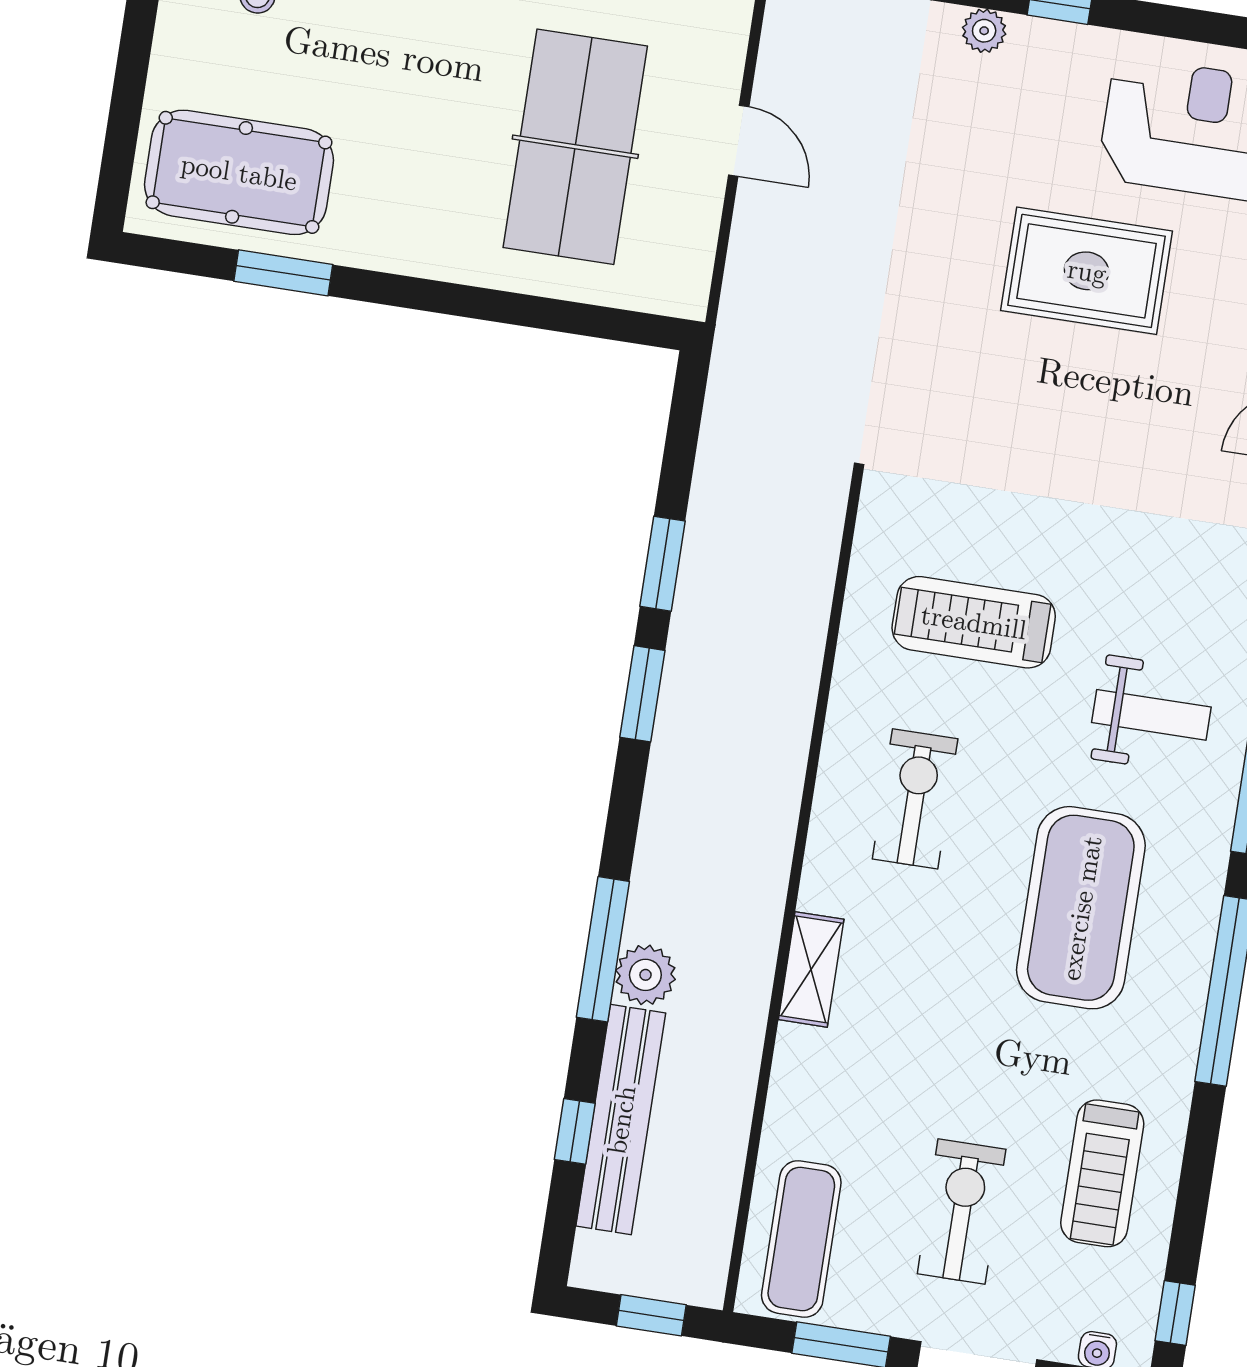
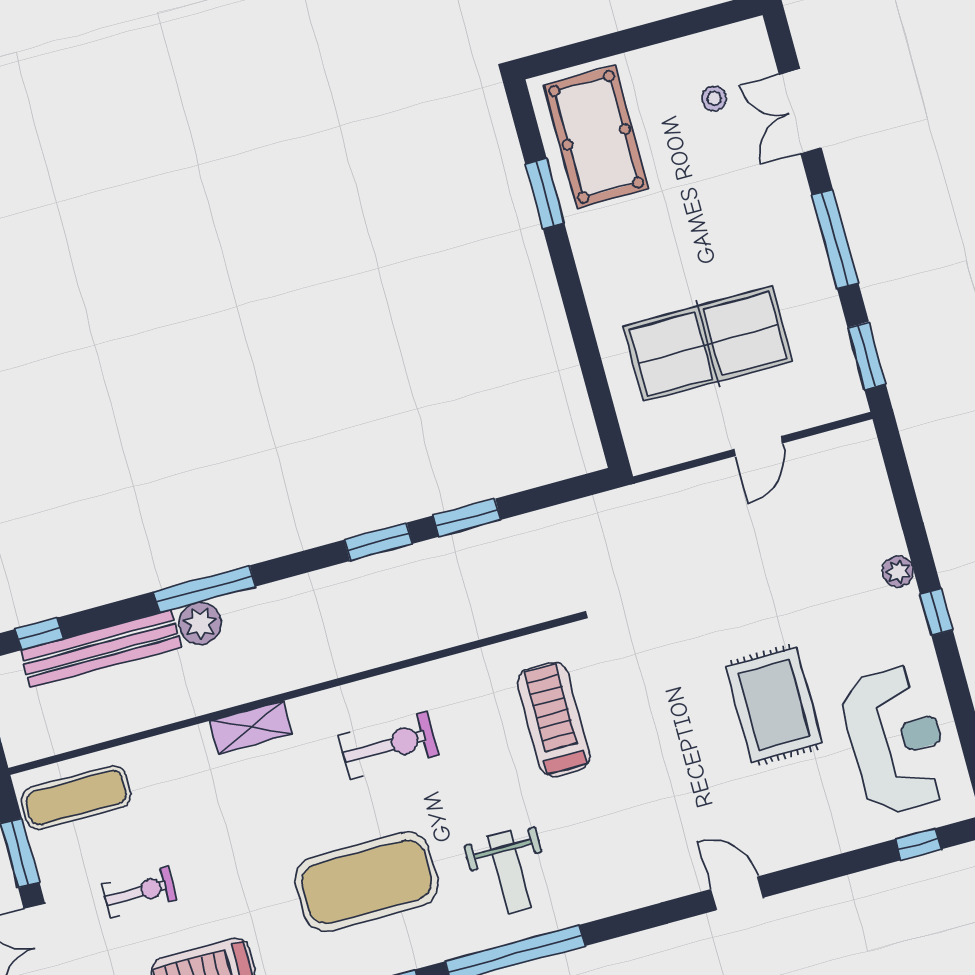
treadmill: (974, 622) -> (554, 719), moved
window: (575, 1131) -> (39, 634), moved
exercise bike: (962, 1212) -> (139, 892), width x0.73, depth x0.72

